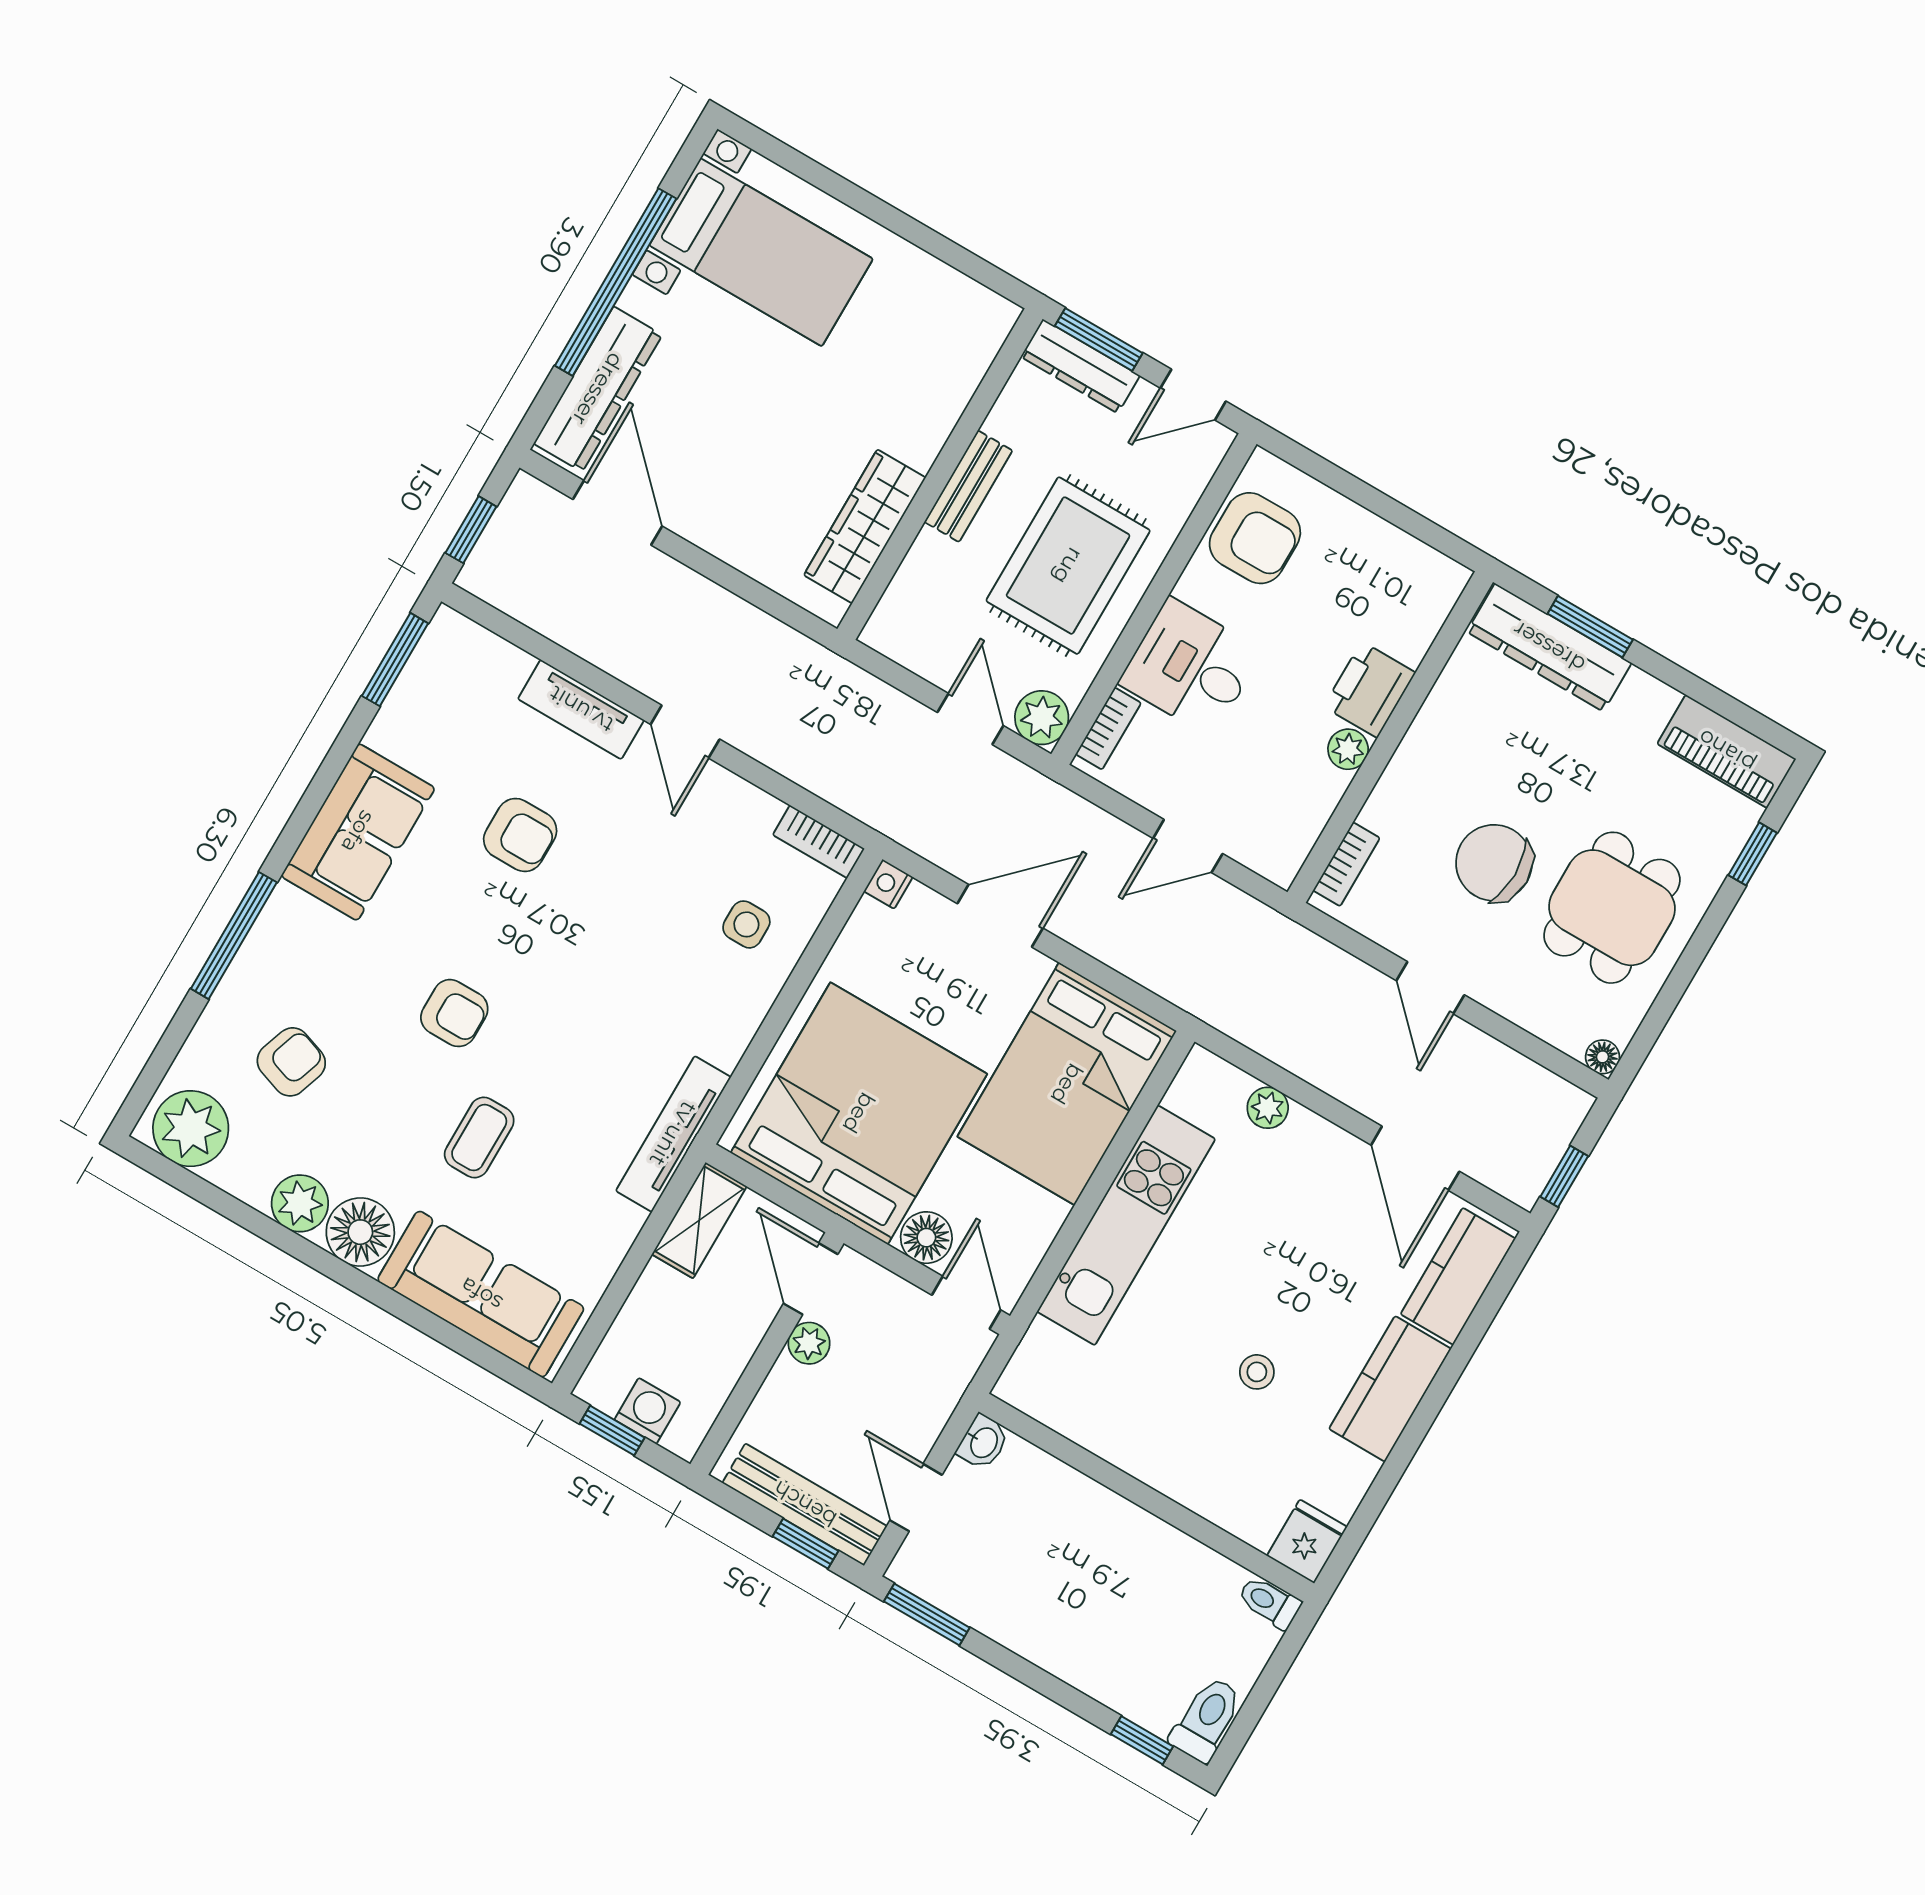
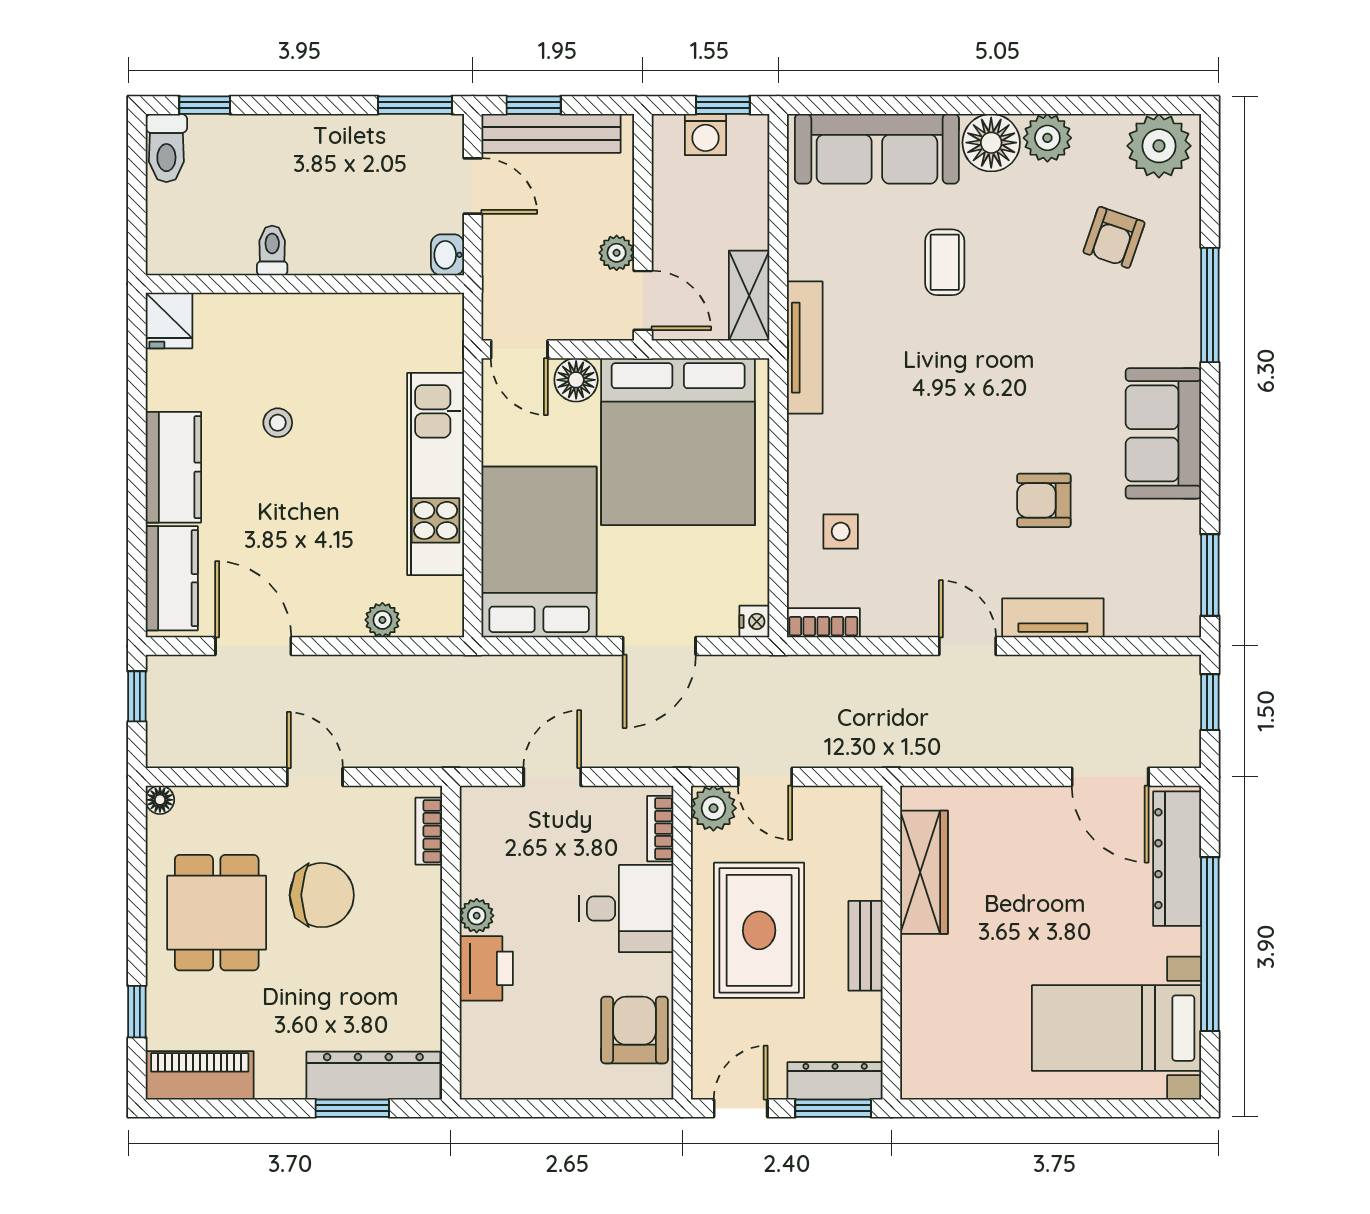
armchair: (1255, 538) -> (634, 1030), turned 90
armchair: (454, 1013) -> (1016, 342), removed
toilet: (1269, 1602) -> (272, 250), moved, turned -90

